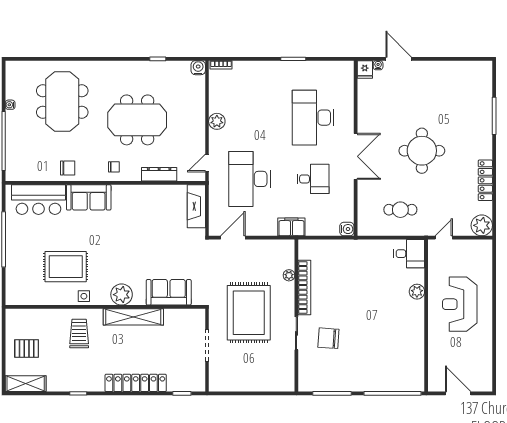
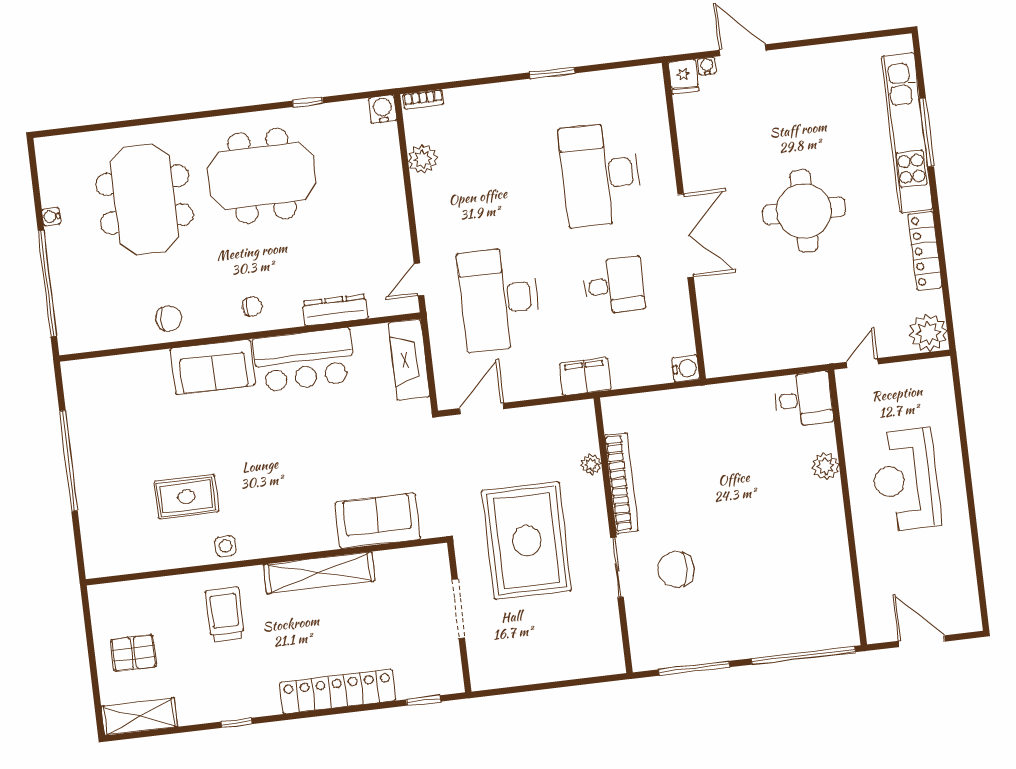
kitchen unit: (483, 115) -> (907, 133), added
meeting table: (137, 120) -> (262, 176), moved
plant: (217, 121) -> (423, 159), moved
bar counter: (38, 200) -> (304, 360), moved
cafe table: (400, 210) -> (778, 322), removed
rug: (66, 267) -> (186, 497), width x0.73, depth x0.70
plant: (122, 295) -> (293, 535), removed

